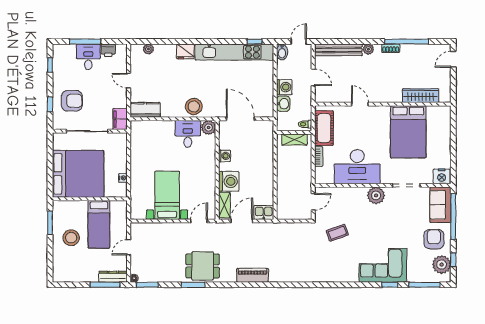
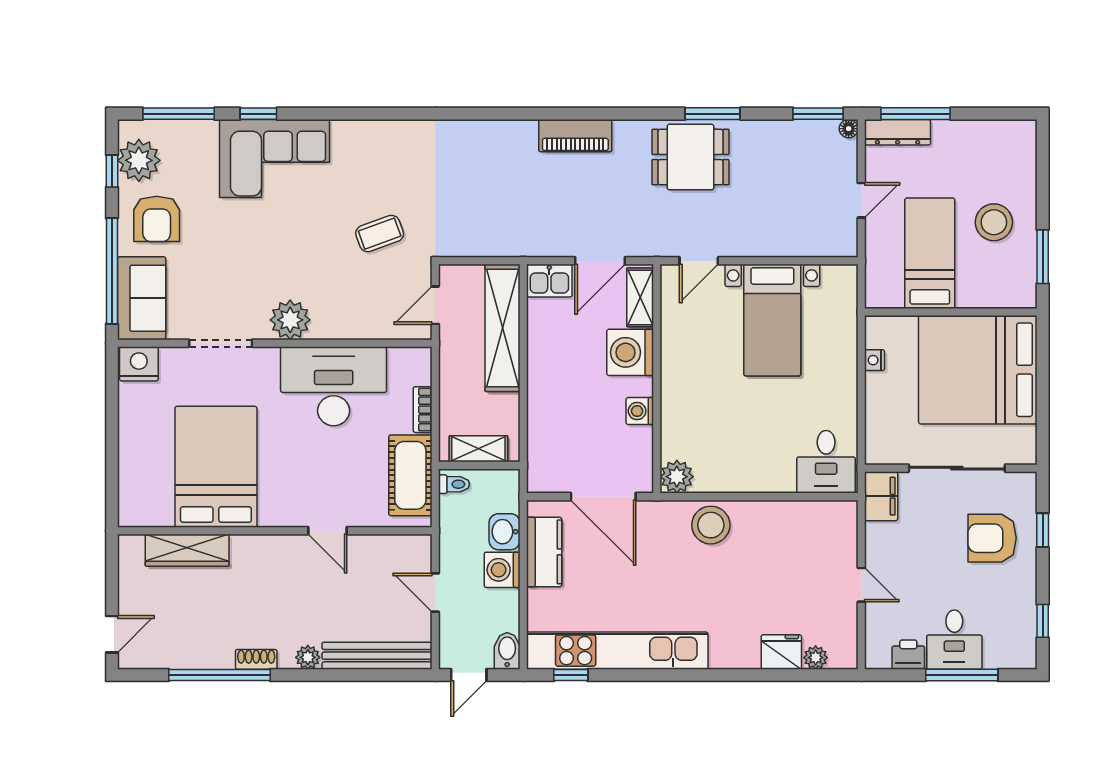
fridge: (185, 51) -> (781, 652), moved
kitchen counter: (145, 110) -> (544, 552), moved, turned -90
desk: (188, 134) -> (826, 462), moved
shelving: (284, 192) -> (502, 328), added

